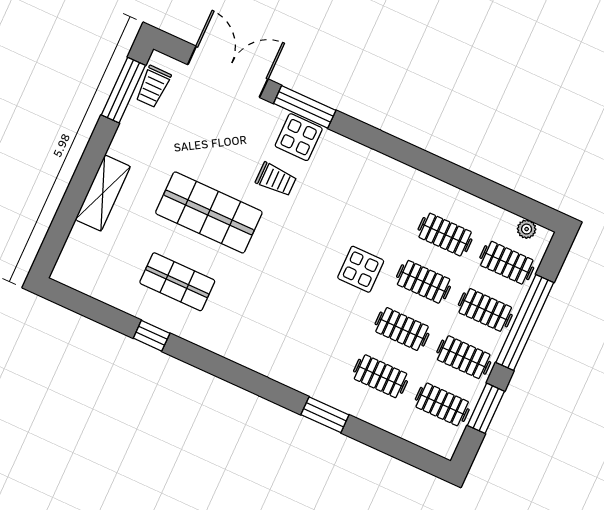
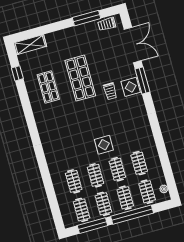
window: (123, 90) -> (87, 18), moved
shelving: (103, 193) -> (30, 45), moved
window: (152, 336) -> (17, 73), moved
window: (486, 408) -> (92, 226), width x1.44
window: (325, 415) -> (45, 174), removed

